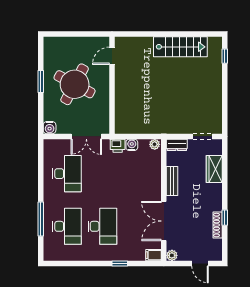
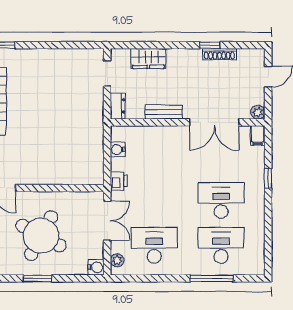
plant: (155, 144) -> (117, 260), moved
water cooler: (132, 145) -> (118, 149), moved

